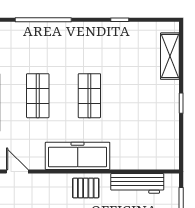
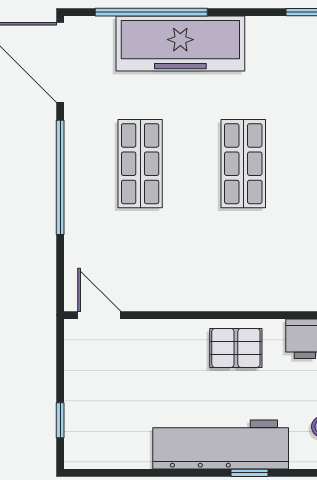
freezer: (78, 156) -> (180, 44), moved, turned 180

